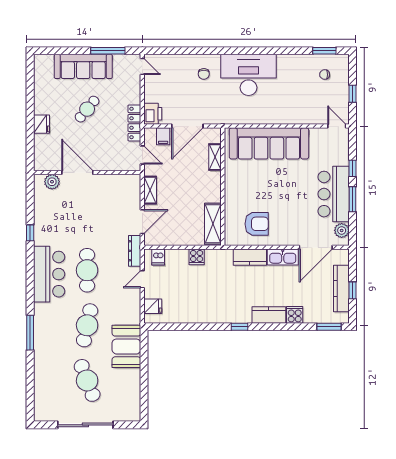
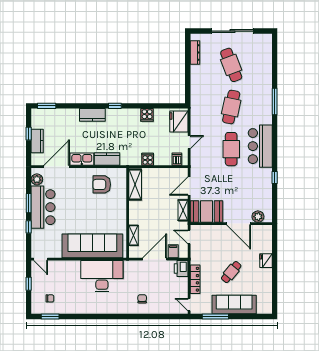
desk: (248, 75) -> (102, 276), moved, turned 180
locker: (134, 123) -> (195, 279), moved
dresser: (135, 251) -> (195, 52), moved
kitchen counter: (341, 289) -> (37, 141), width x0.67
fridge: (153, 306) -> (179, 122), width x1.88, depth x1.34
cooker: (295, 315) -> (147, 115), moved
booth: (126, 346) -> (207, 212), moved, turned 90

